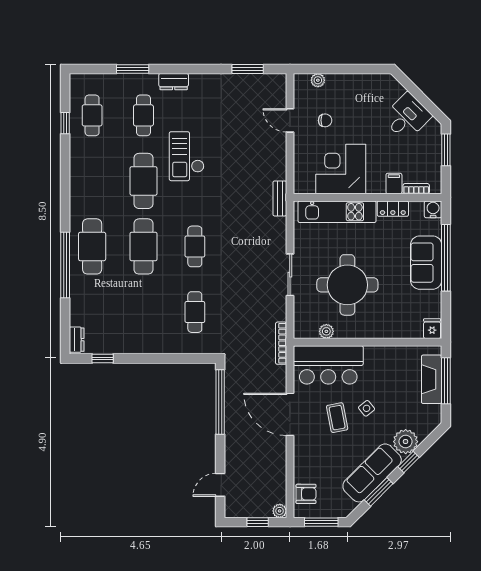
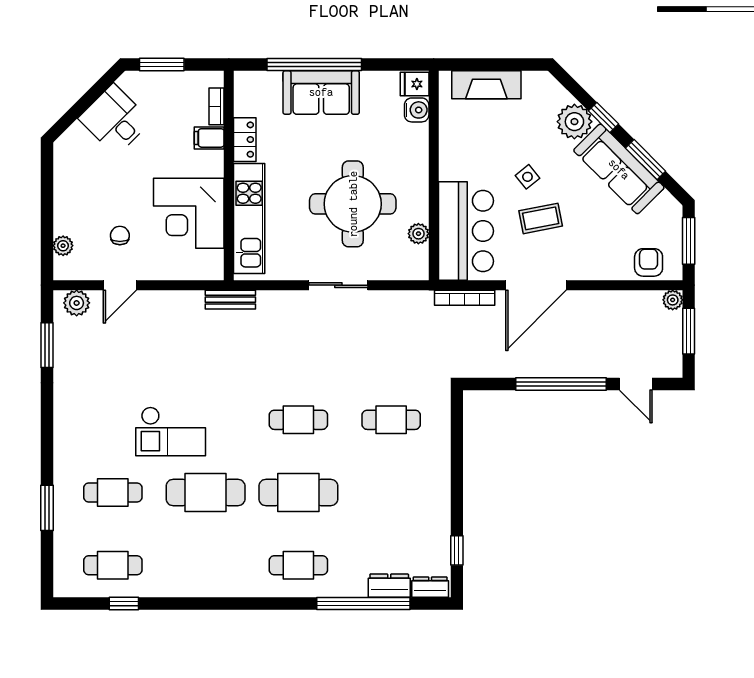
dresser: (174, 82) -> (389, 586), moved, turned -90
plant: (277, 90) -> (77, 303), added
water cooler: (433, 209) -> (417, 110), moved, turned 180
cafe table: (92, 246) -> (298, 565), width x0.73, depth x0.74
window: (65, 265) -> (363, 604), moved
bookcase: (281, 343) -> (465, 298), moved
window: (446, 381) -> (489, 64), removed
window: (220, 402) -> (561, 384), moved
window: (258, 522) -> (689, 331), width x1.50

